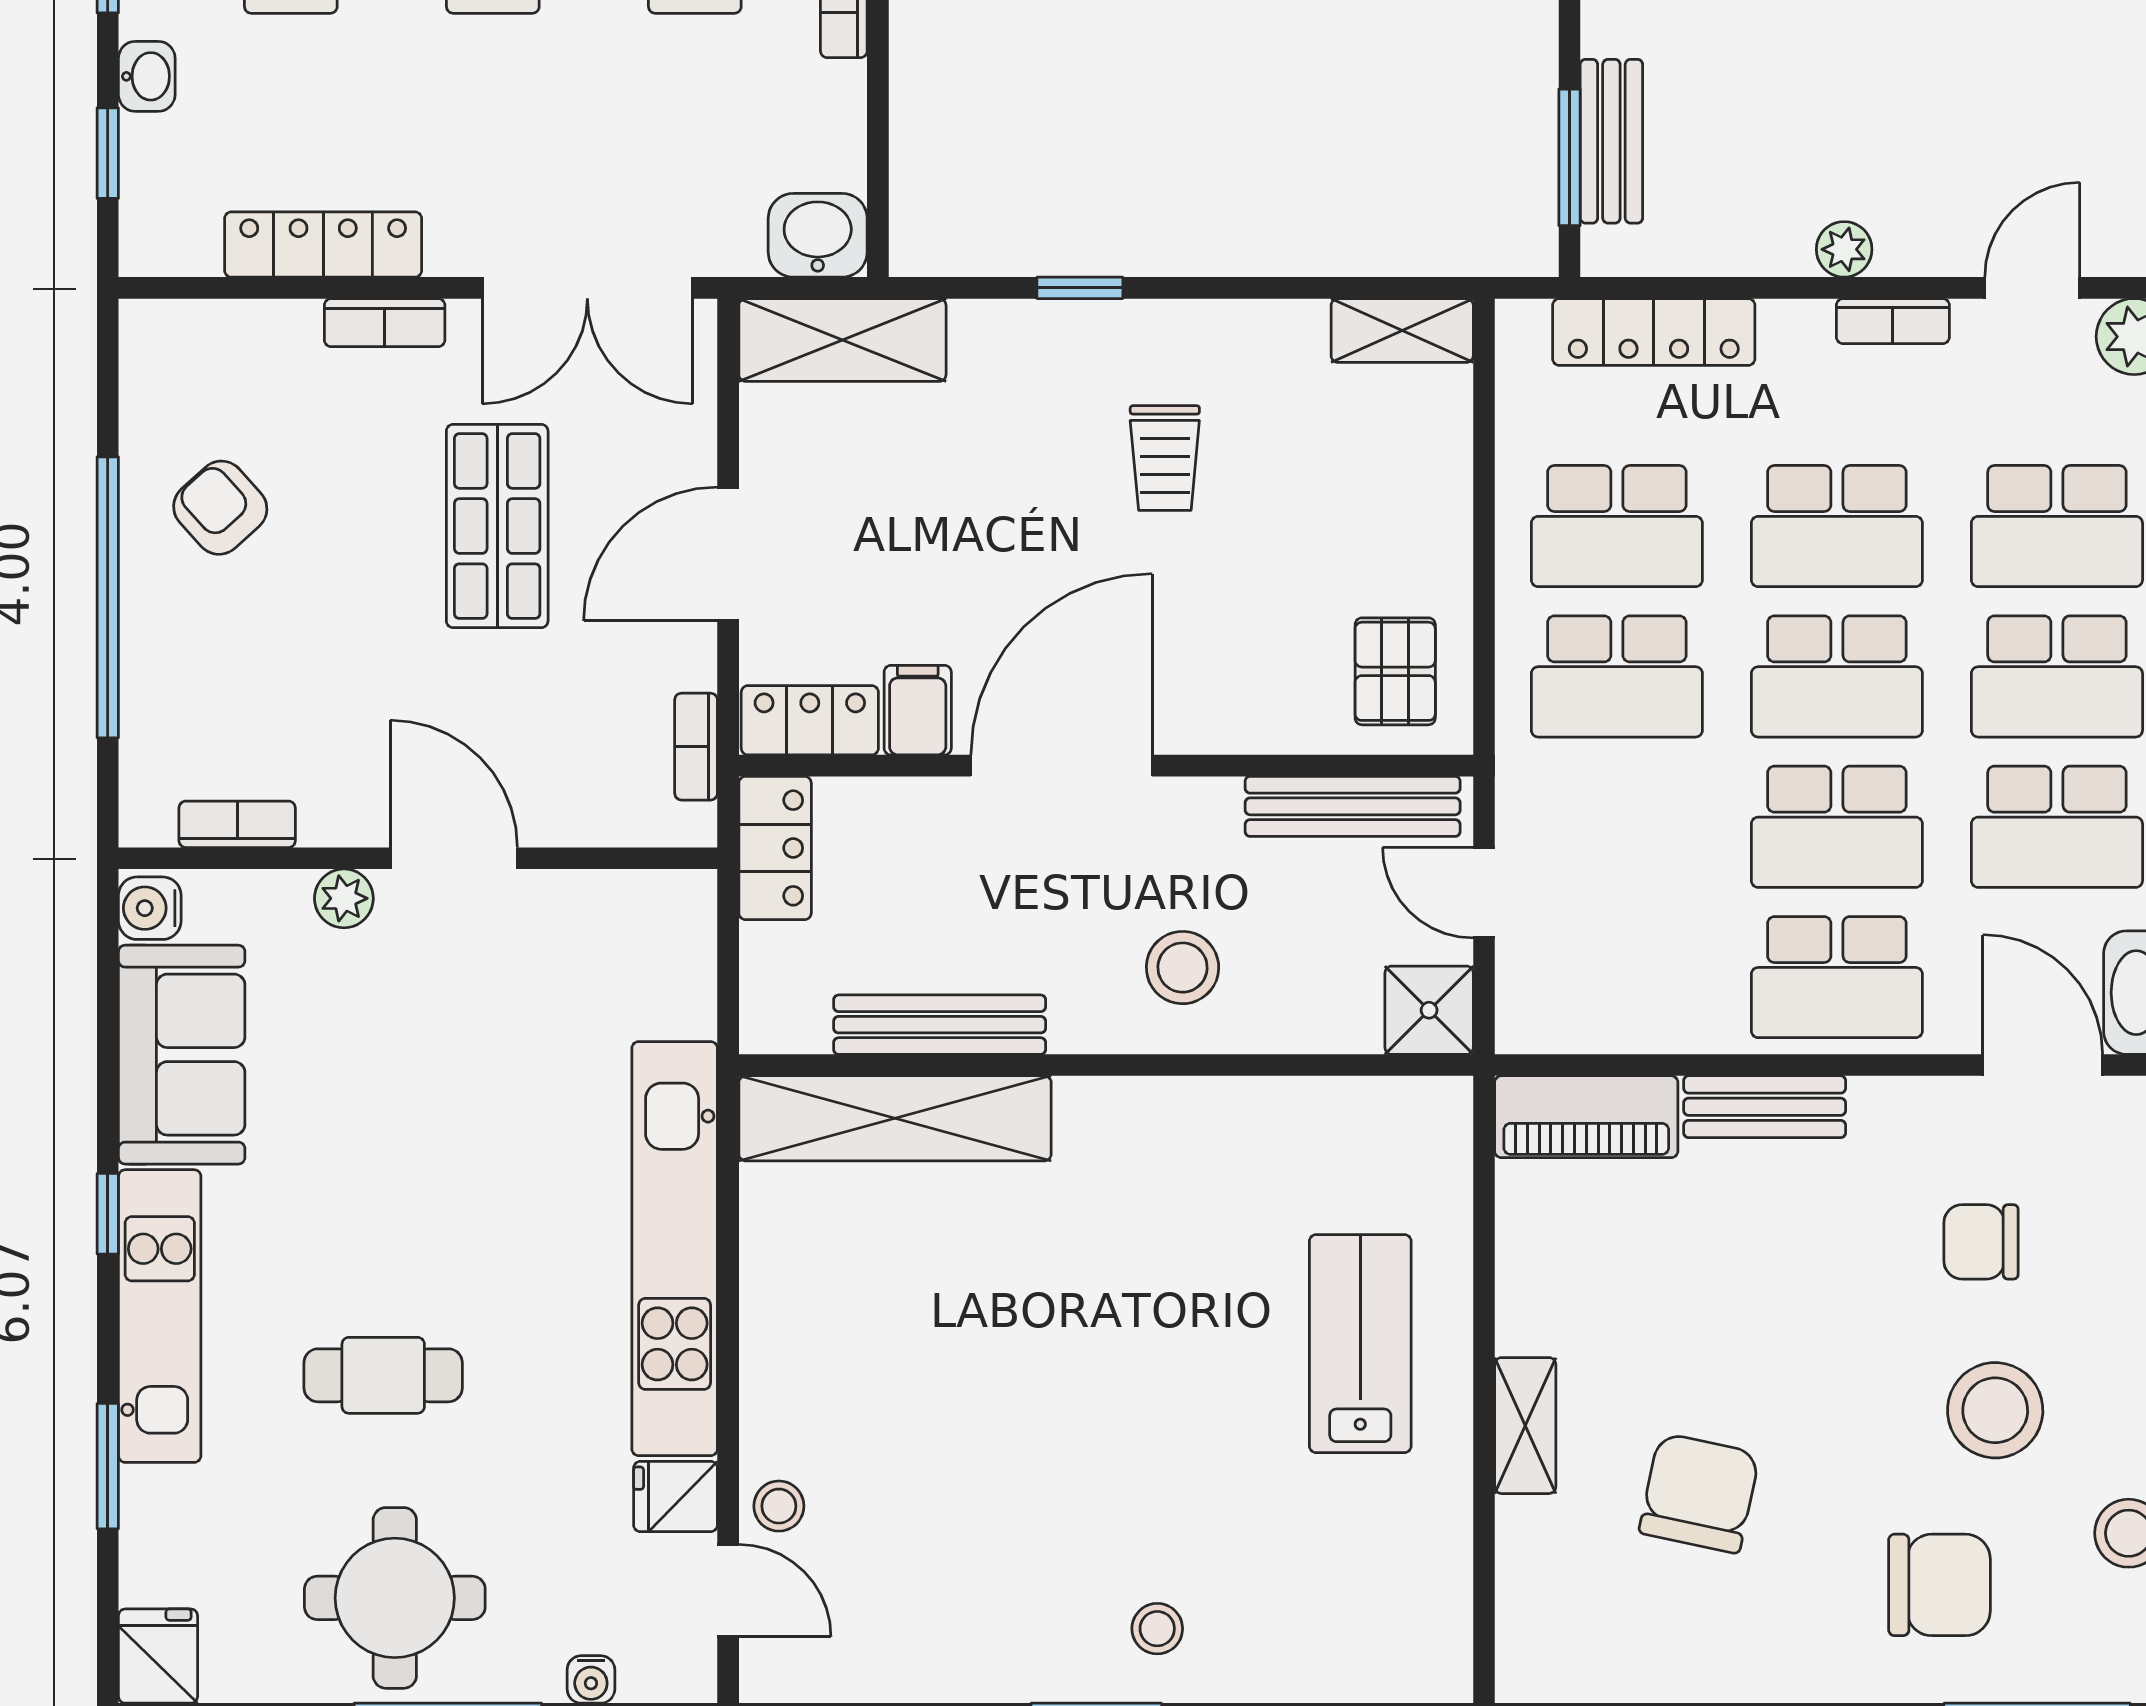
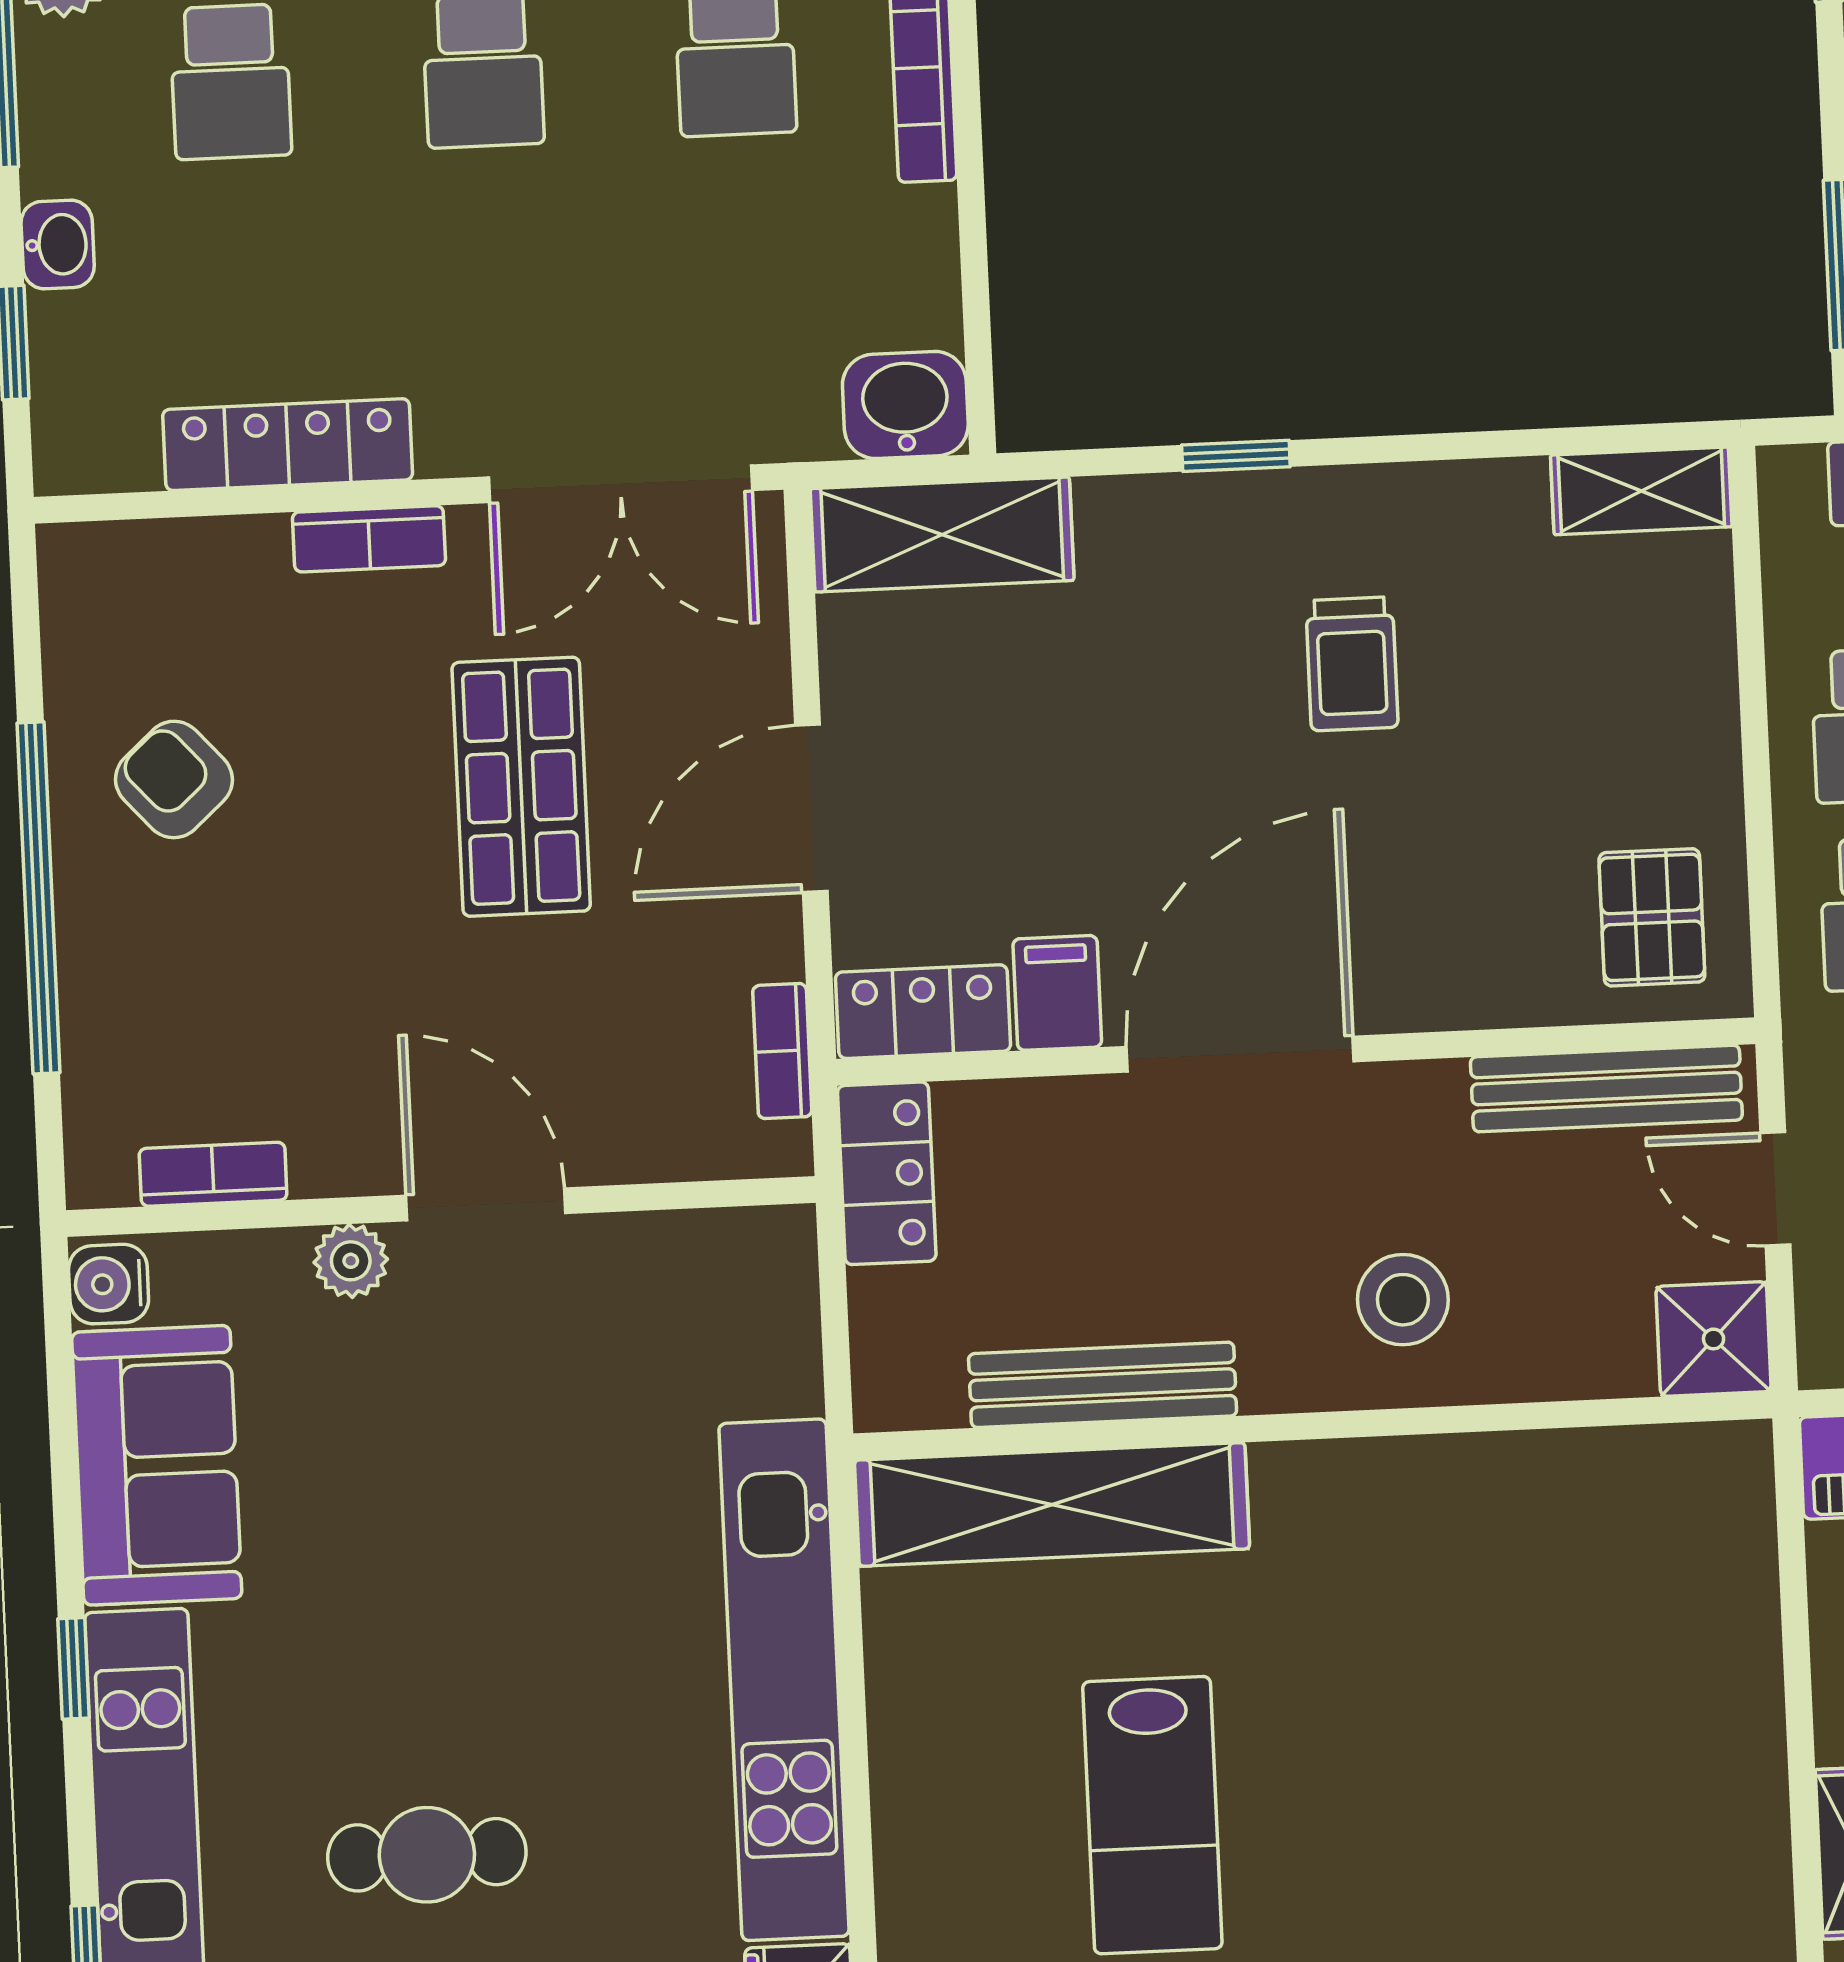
lab bench: (1360, 1344) -> (1152, 1815), moved, turned 180

